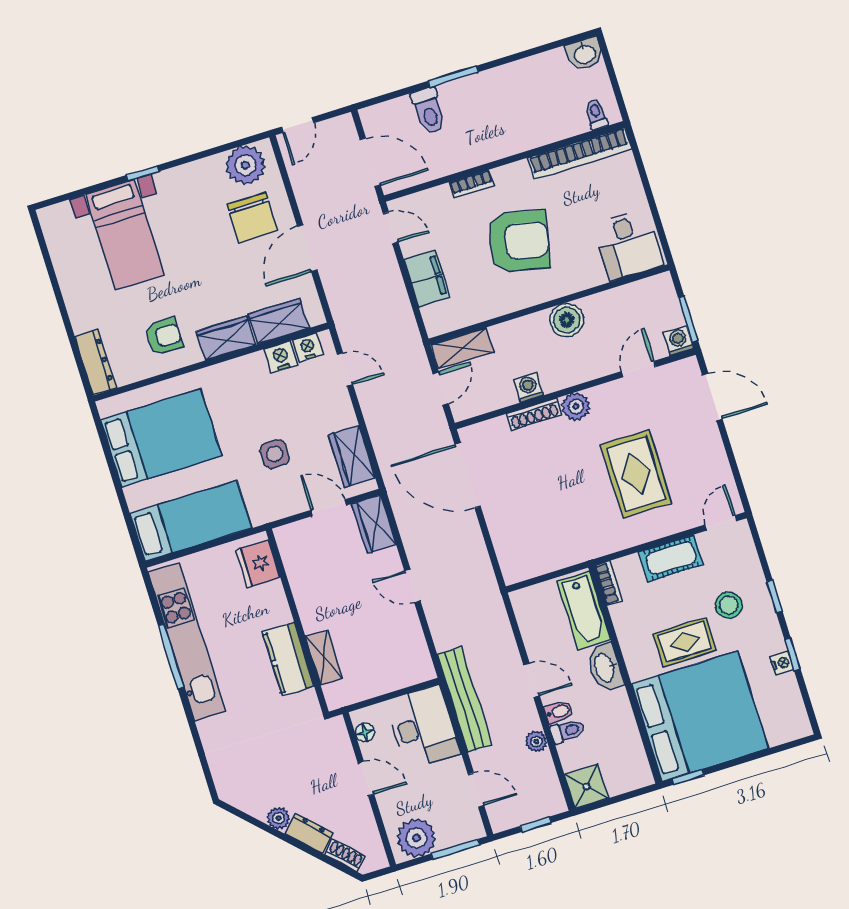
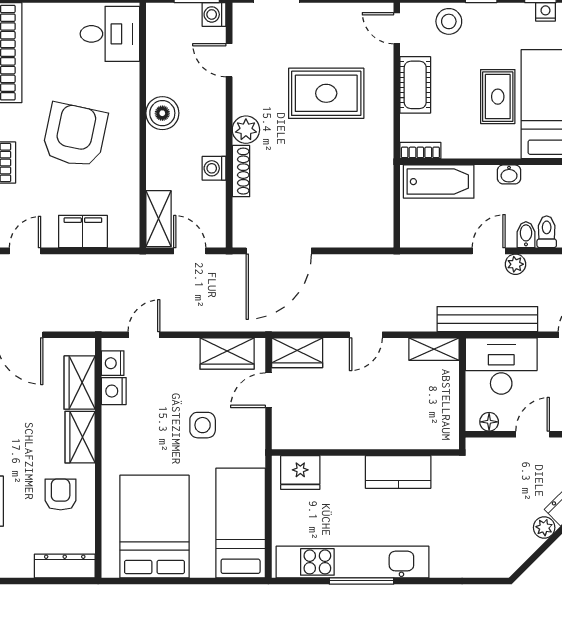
stool: (729, 605) -> (449, 21), moved
shelving: (324, 657) -> (434, 349), moved
washbasin: (605, 668) -> (509, 174), width x0.52, depth x0.69
plant: (536, 742) -> (515, 264), moved

